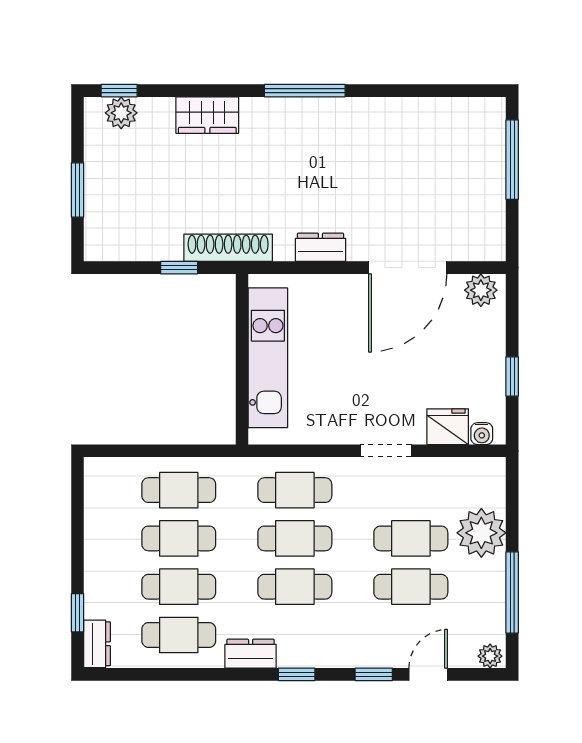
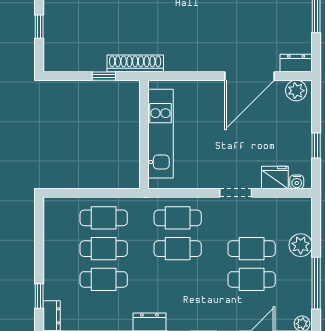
window: (77, 190) -> (39, 27), width x0.67
dresser: (320, 247) -> (296, 63), moved
plant: (481, 533) -> (301, 245), width x0.73, depth x0.73
cafe table: (295, 587) -> (178, 279), removed
cafe table: (179, 635) -> (104, 310), removed

